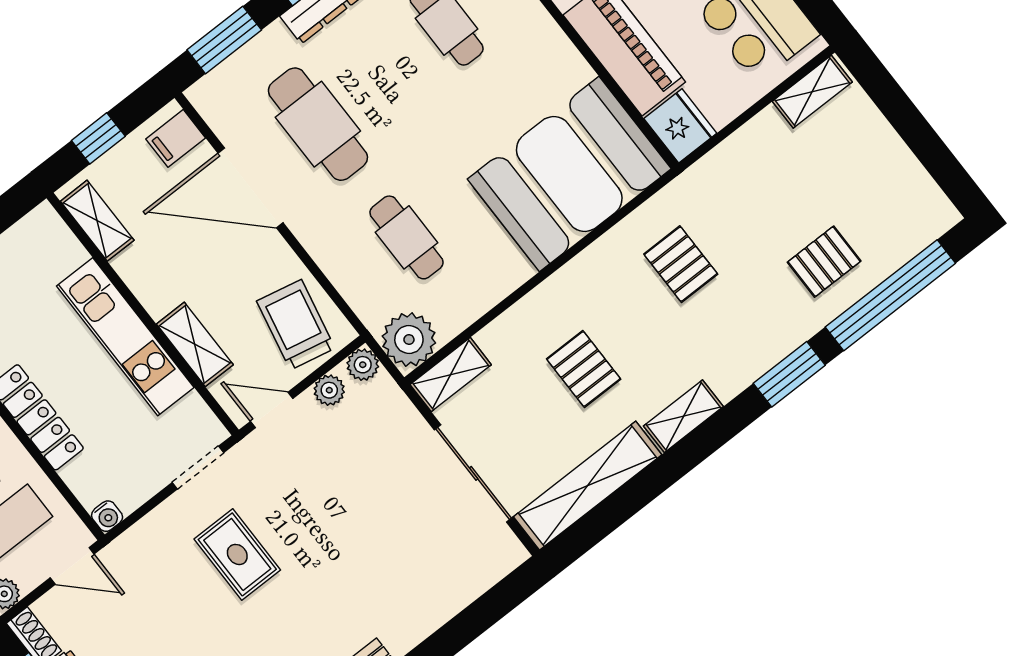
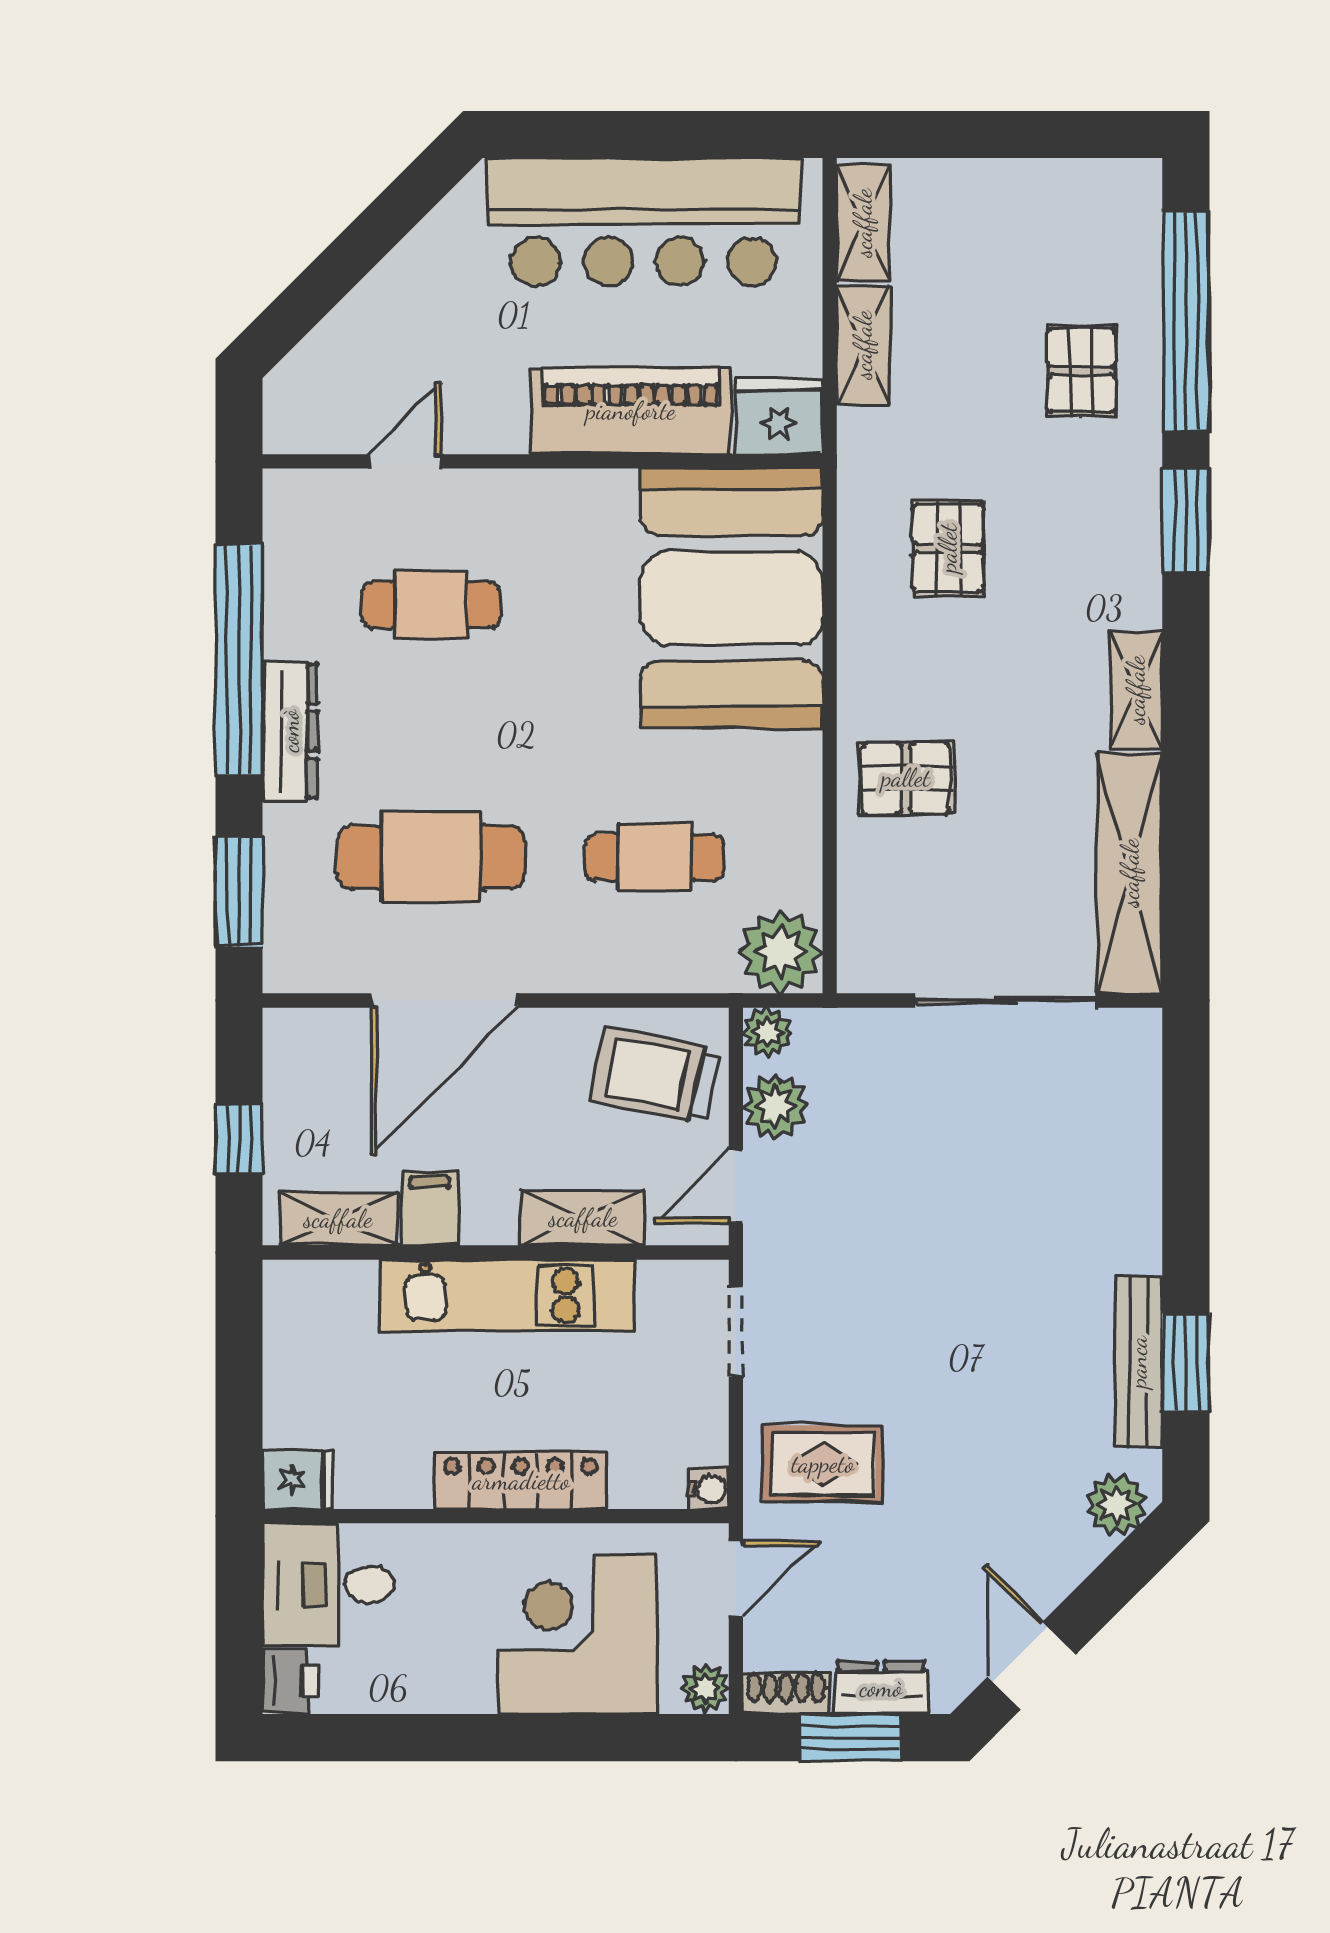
filing cabinet: (176, 138) -> (430, 1208), moved, turned 180
pallet: (681, 264) -> (948, 548), turned 90
pallet: (584, 369) -> (906, 778), moved
shelving: (451, 375) -> (863, 345), moved
plant: (329, 390) -> (776, 1106), width x1.38, depth x1.38
rug: (237, 554) -> (823, 1464), moved

